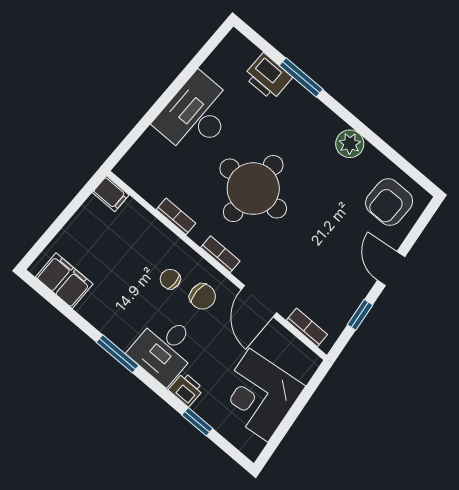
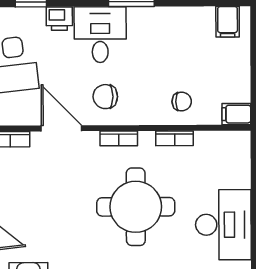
chair: (170, 279) -> (182, 102), moved
filing cabinet: (64, 281) -> (228, 22), width x0.50

